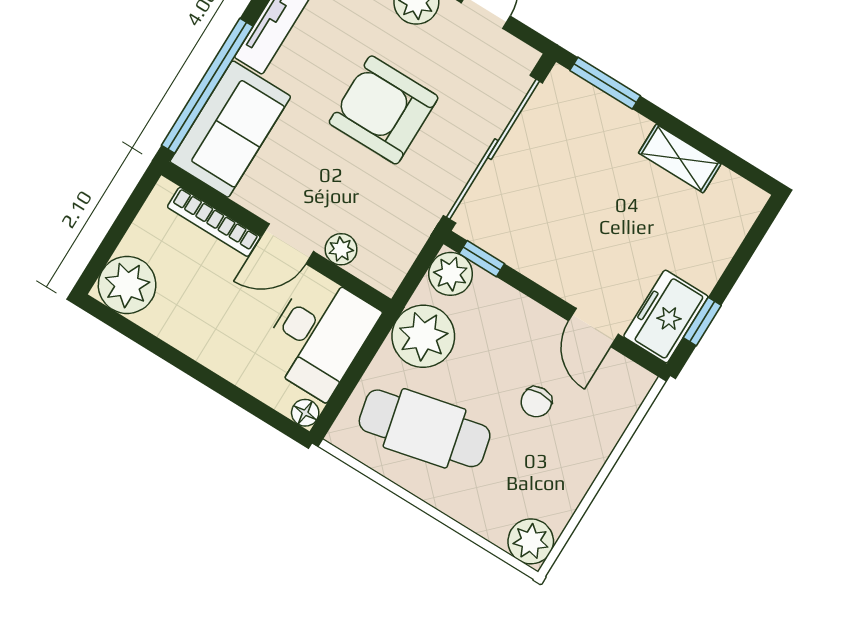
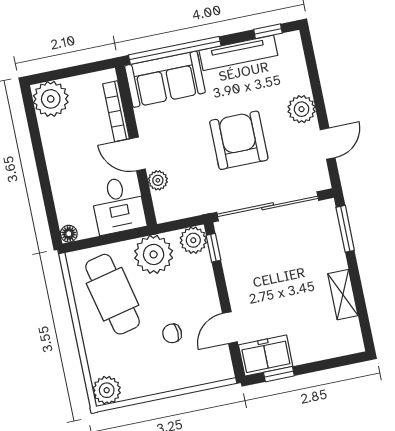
desk: (319, 336) -> (118, 205), width x0.73

